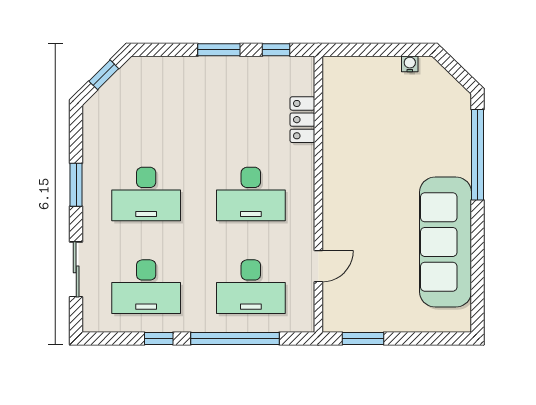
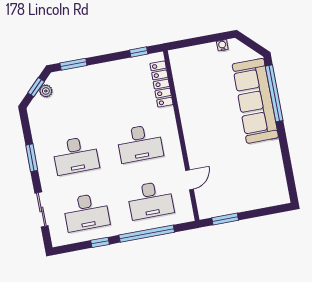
window: (219, 50) -> (73, 64), moved
plant: (118, 84) -> (46, 91), added
locker: (302, 120) -> (161, 84), width x1.53
sofa: (445, 242) -> (255, 101), moved

